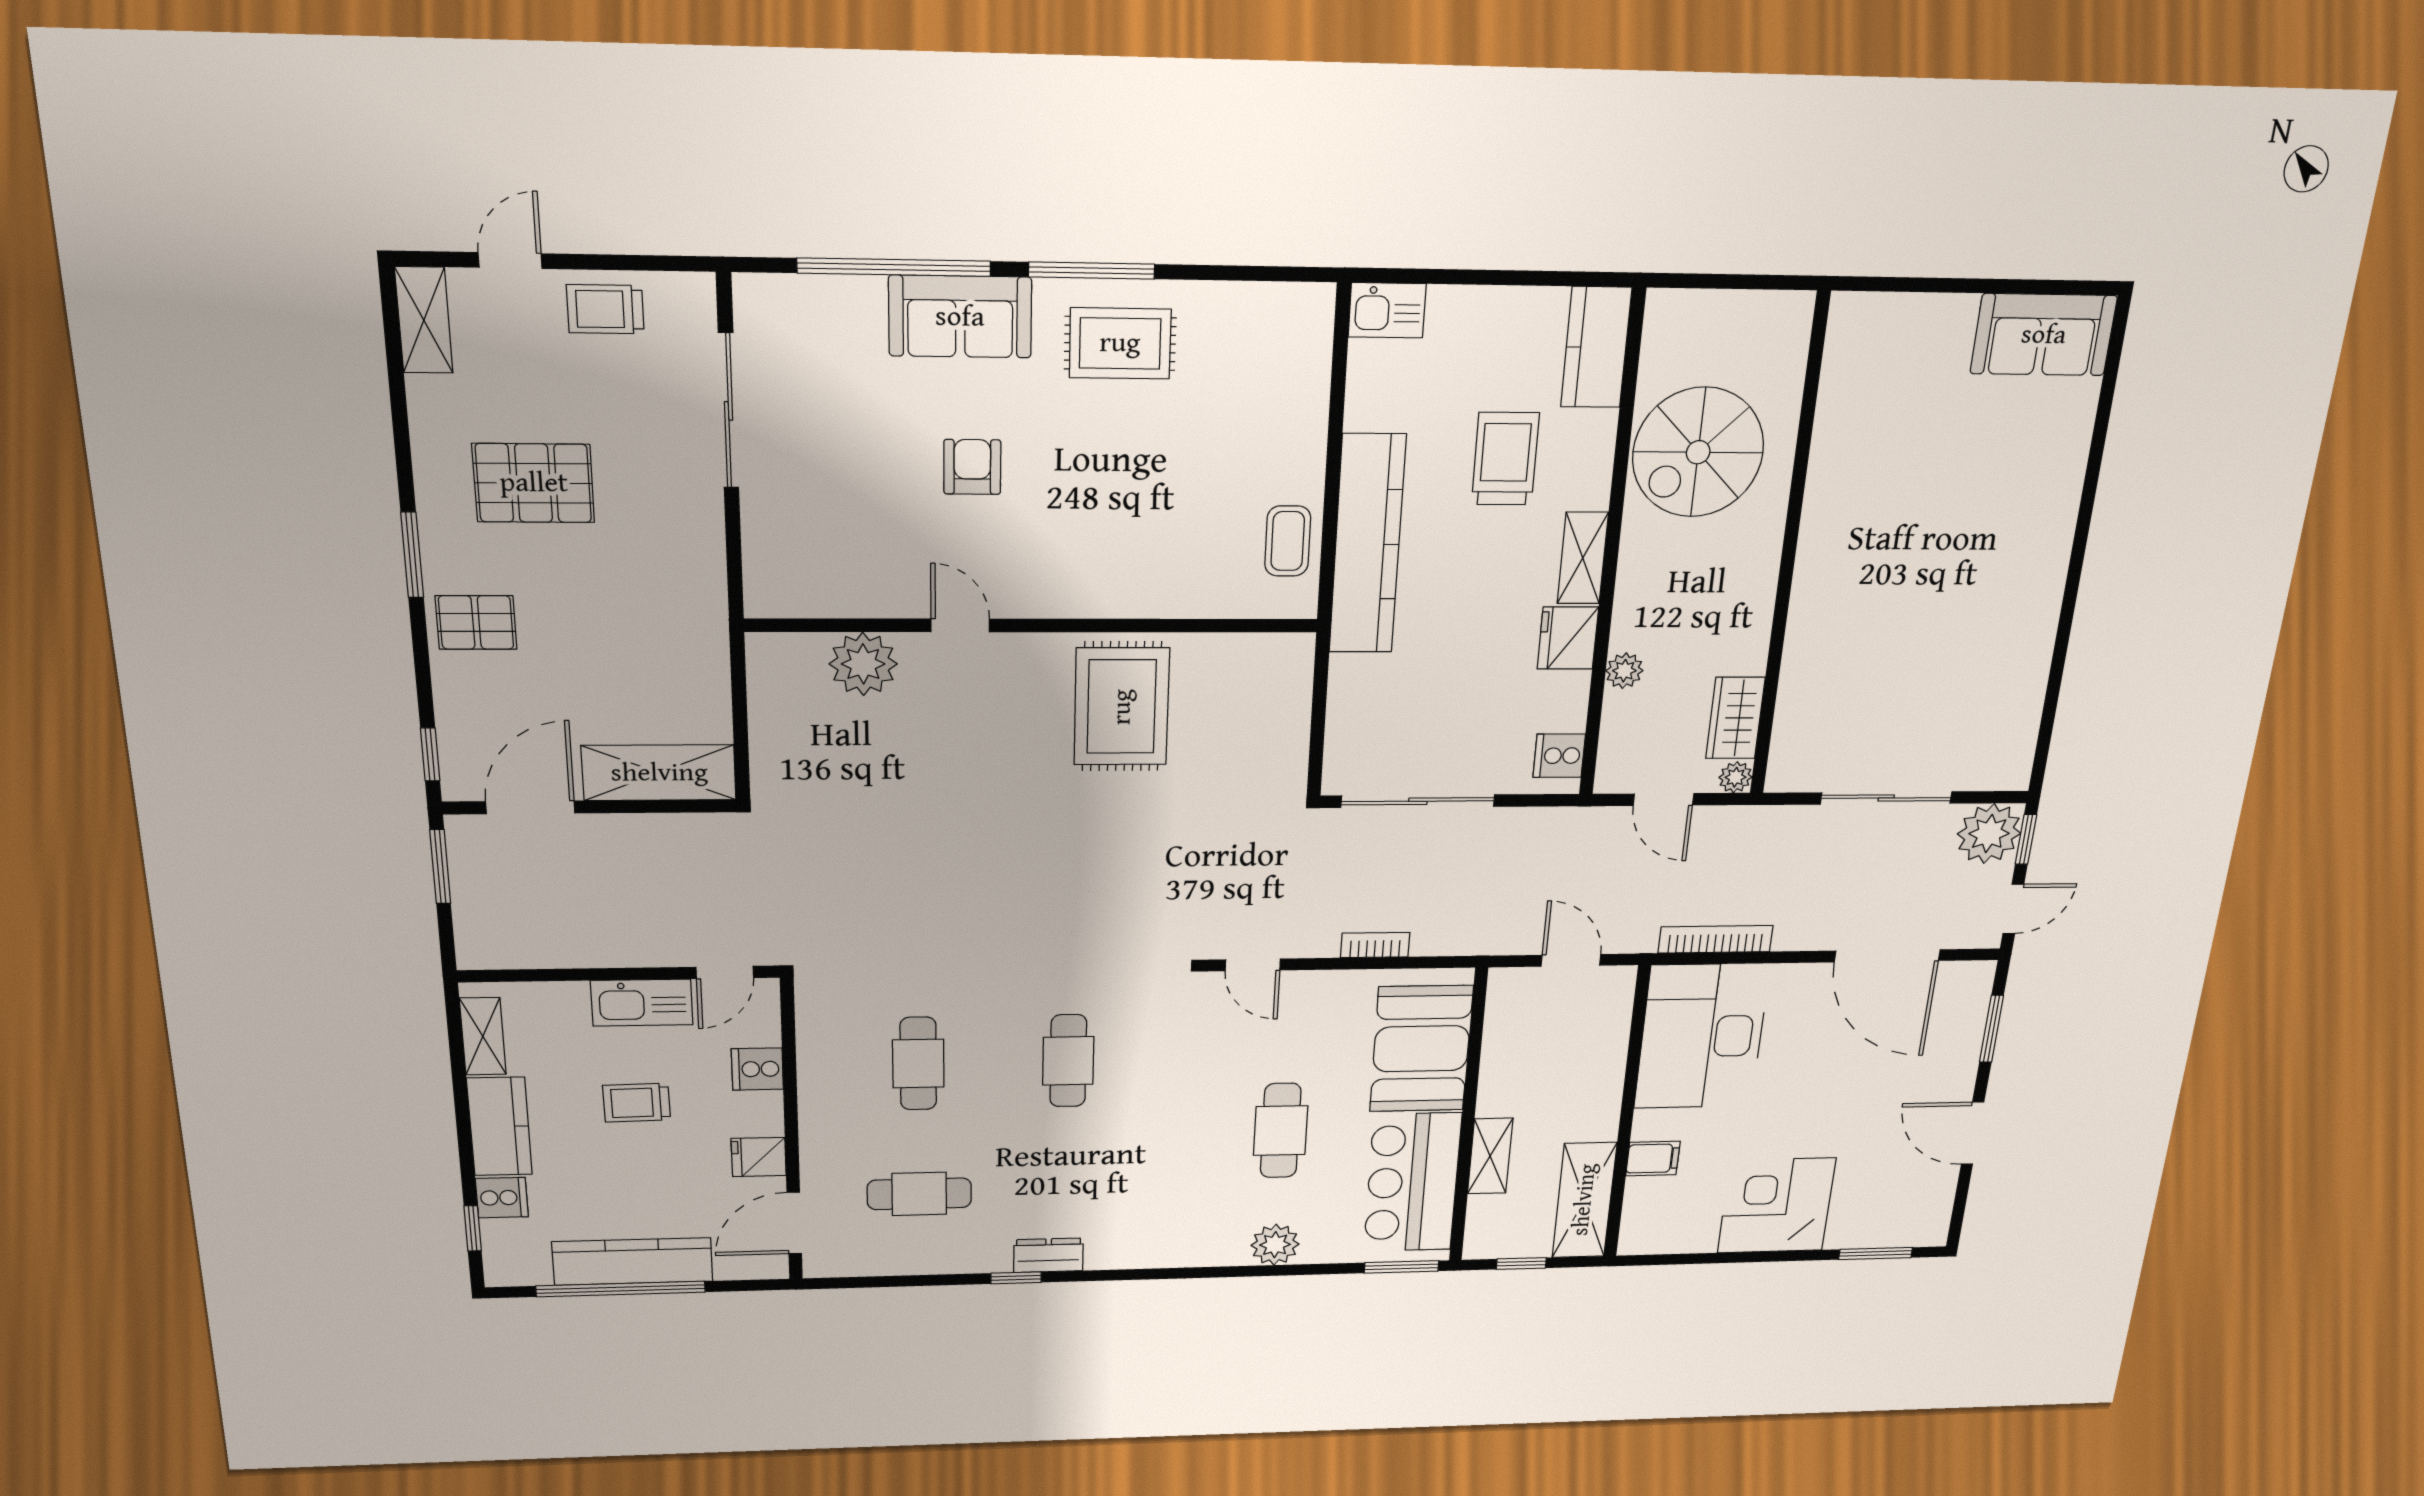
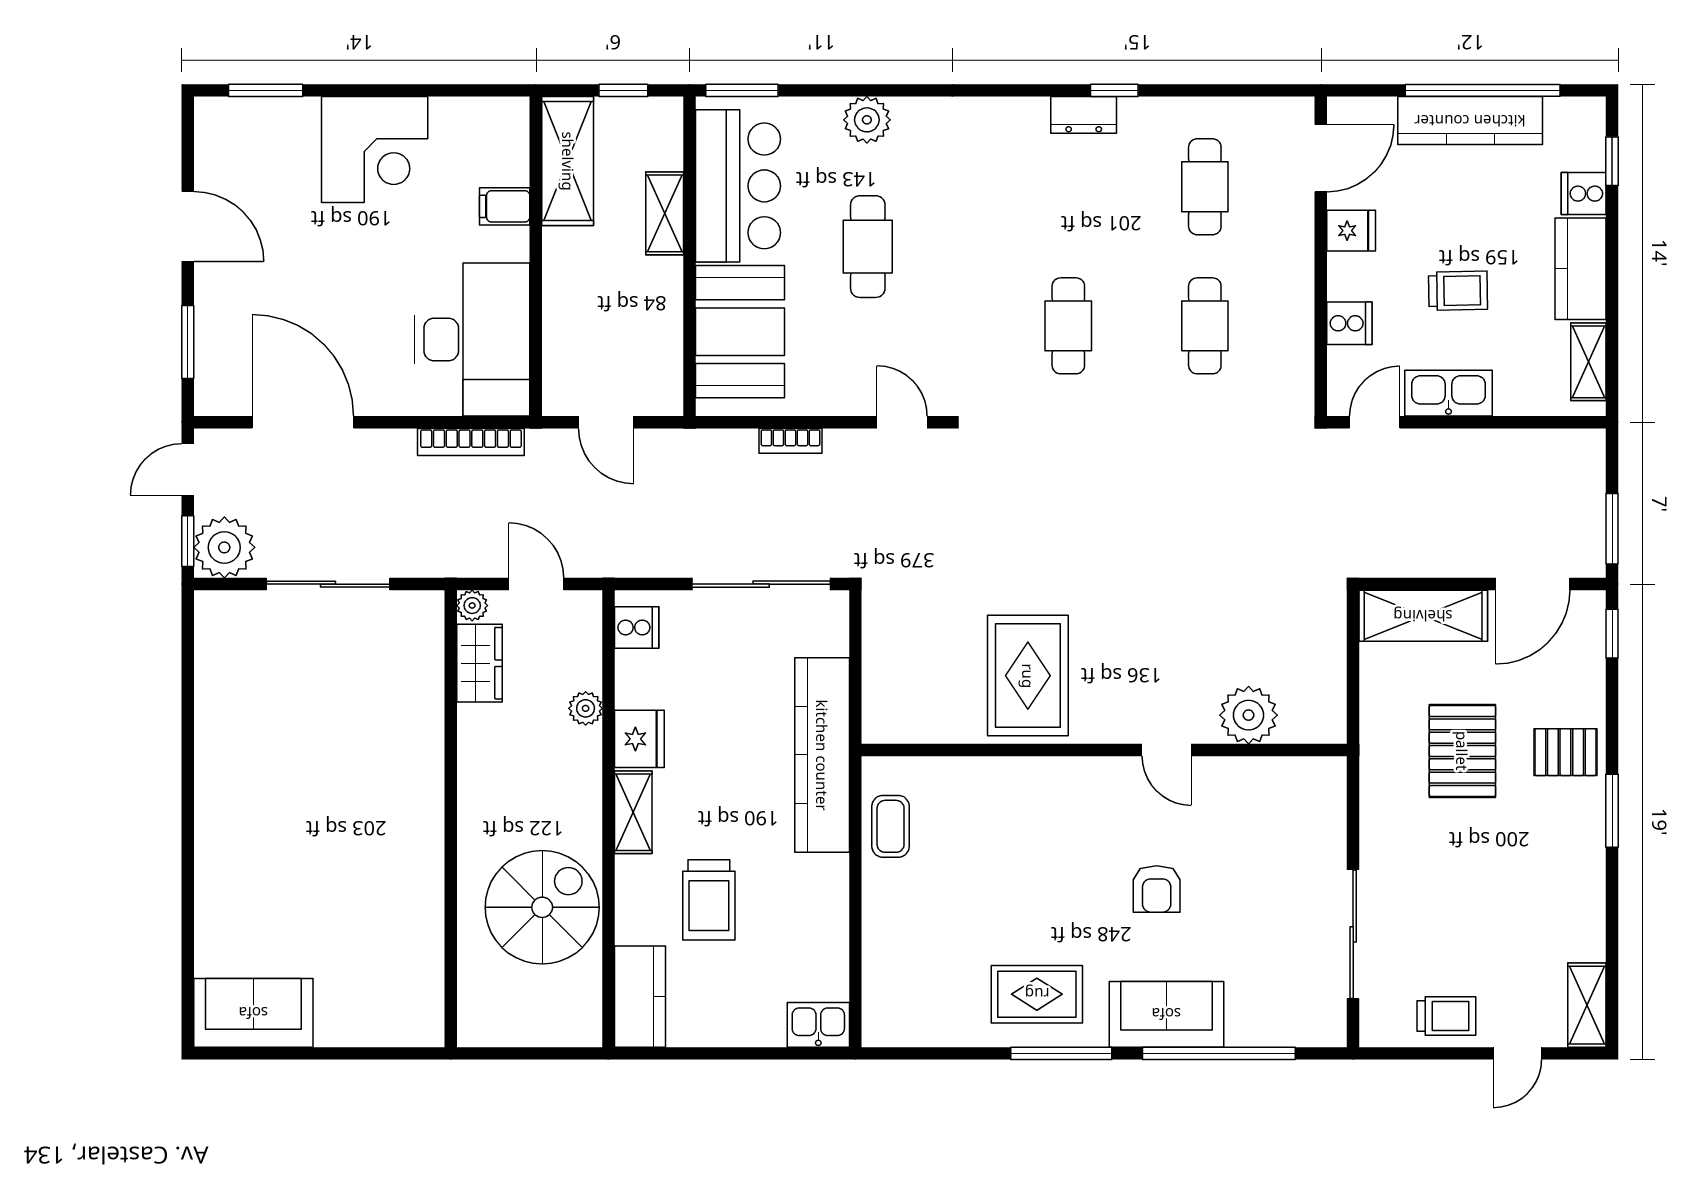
pallet: (534, 483) -> (1462, 751), moved, turned 90
kitchen counter: (1367, 544) -> (822, 755), moved
cafe table: (919, 1194) -> (1205, 187), turned 90

